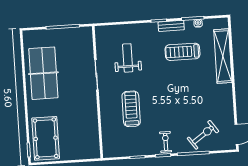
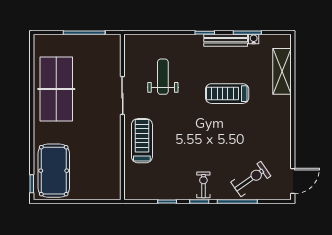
bench: (171, 26) -> (226, 40), width x1.36
treadmill: (183, 52) -> (227, 94), moved
shelving: (223, 56) -> (282, 71), width x0.68
treadmill: (131, 109) -> (142, 141), moved

